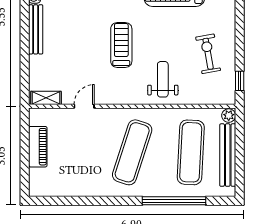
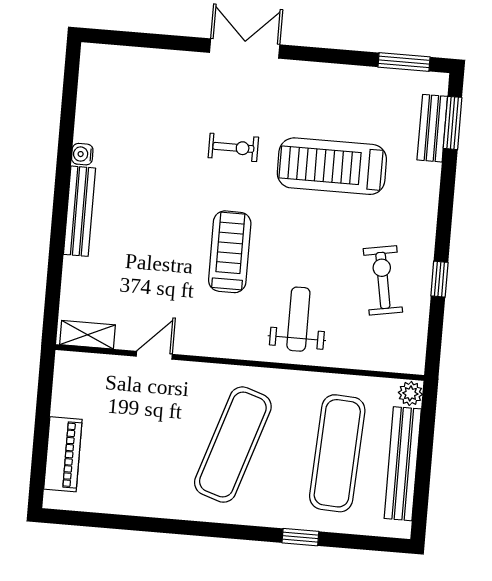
window: (240, 81) -> (439, 279), moved
piano: (38, 147) -> (63, 454), moved
window: (174, 201) -> (300, 537), width x0.32

